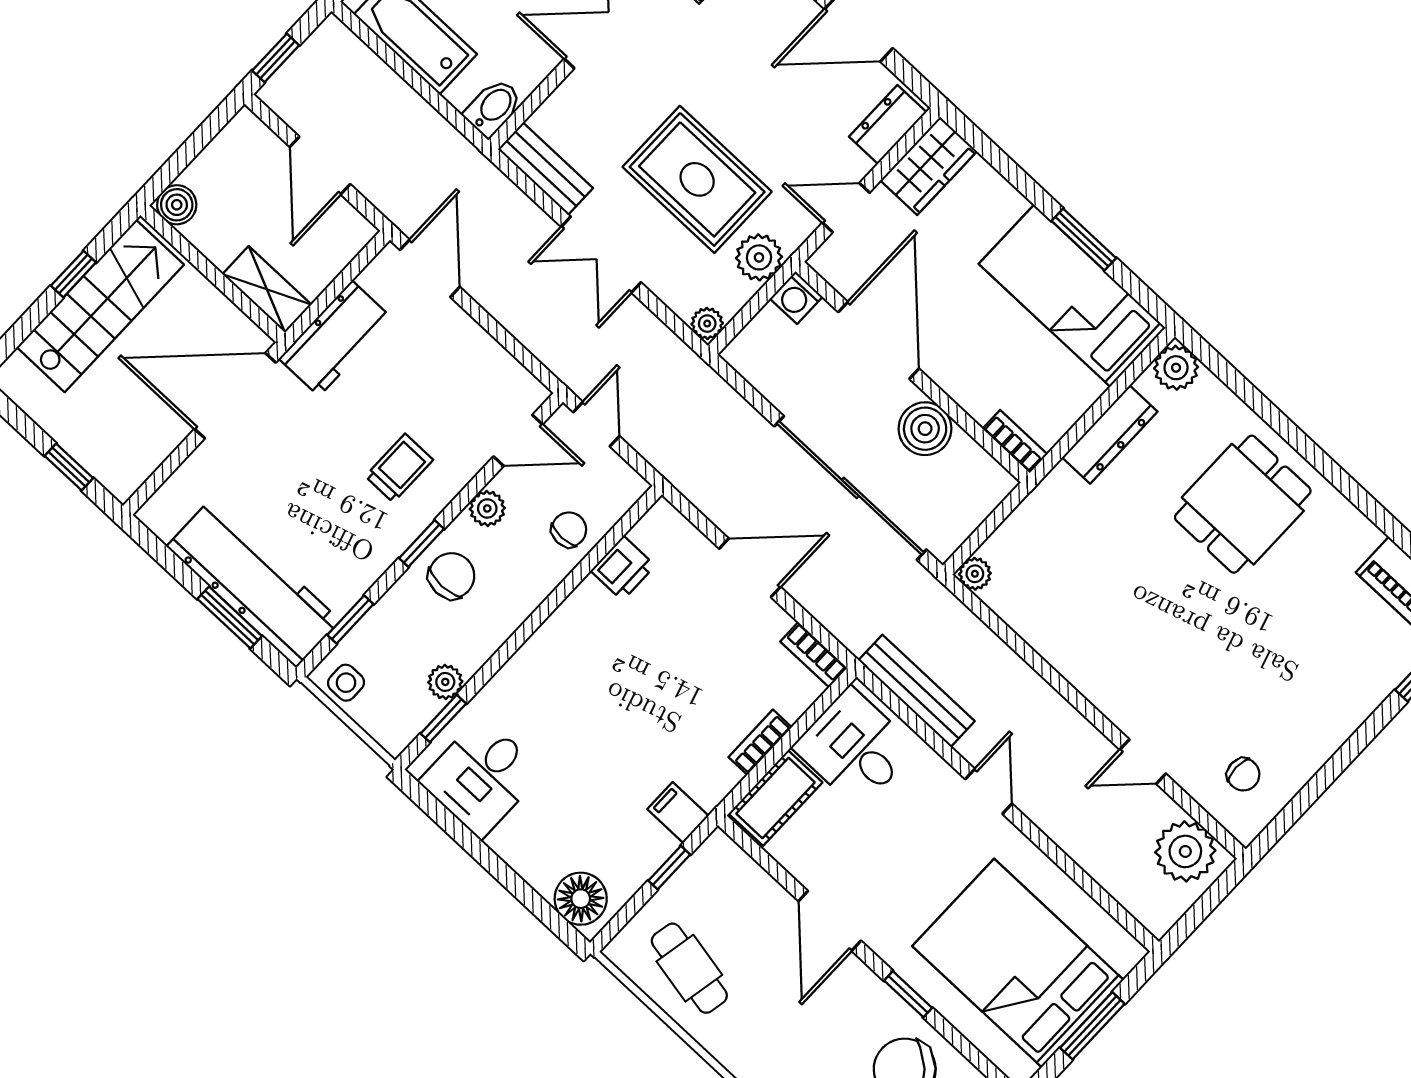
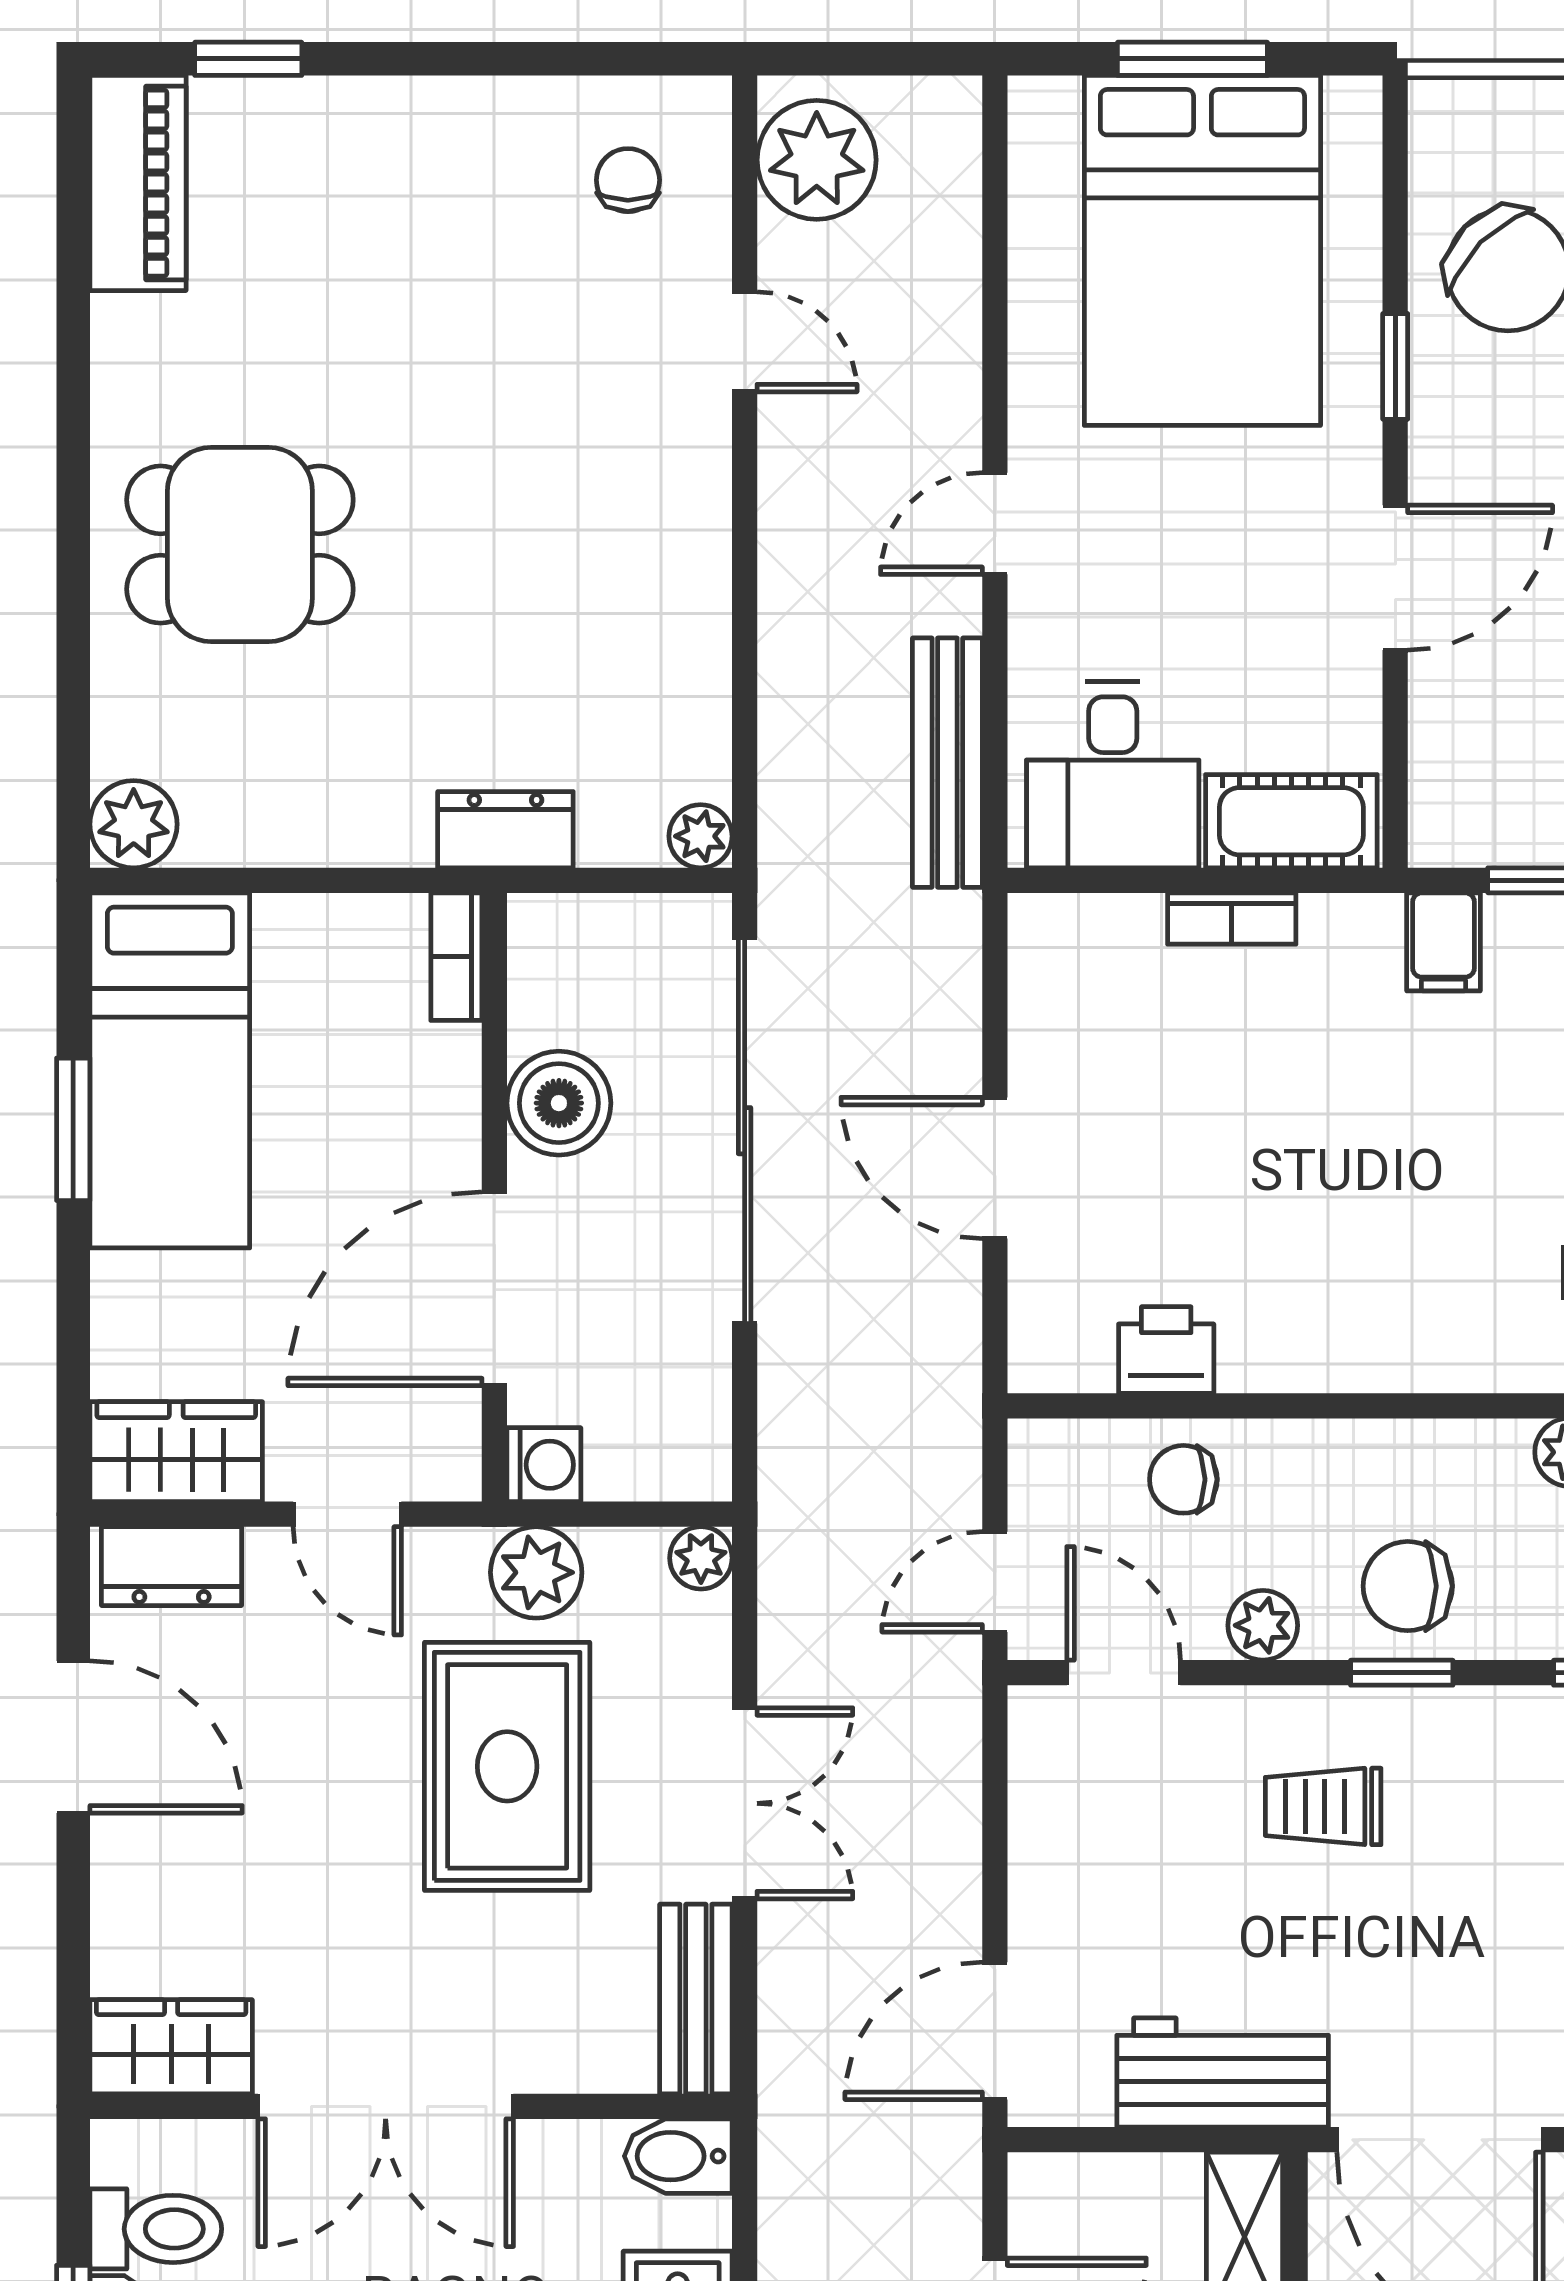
dresser: (1110, 434) -> (505, 830), moved, width x0.70
bookcase: (814, 655) -> (1034, 959), removed

